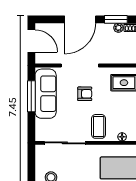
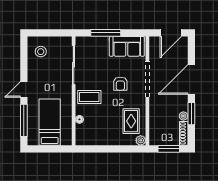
door: (80, 19) -> (191, 79), hinge flipped
sofa: (46, 94) -> (127, 46), width x0.73
window: (31, 96) -> (106, 33), moved

